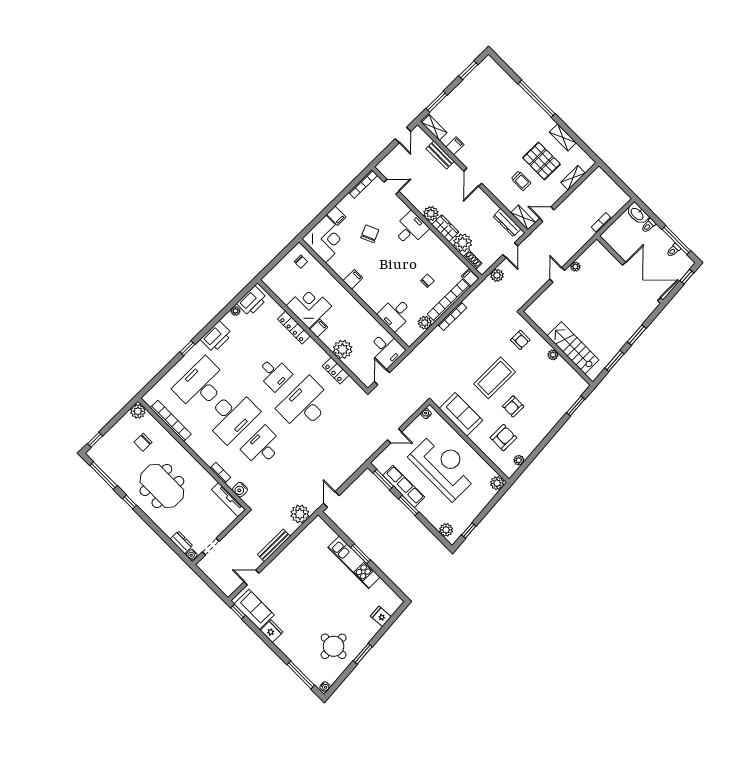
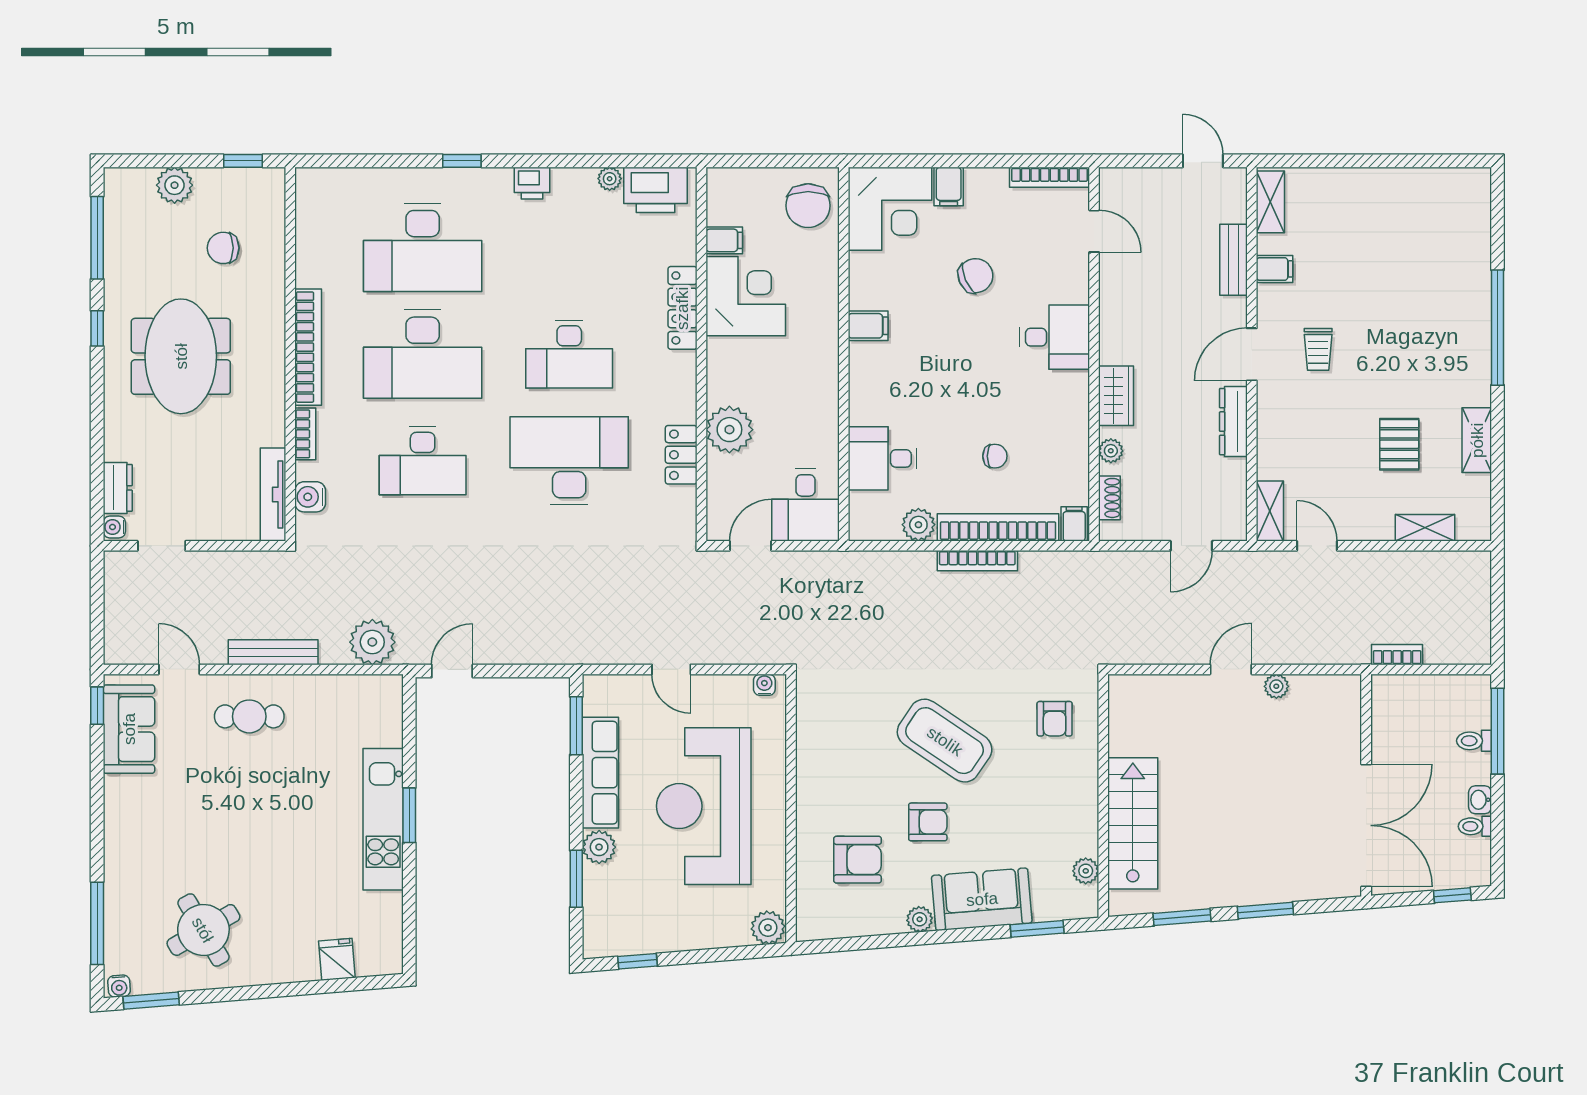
window: (468, 70) -> (1428, 161), removed
window: (436, 102) -> (1319, 161), removed
door: (403, 135) -> (1203, 161), swing flipped
pallet: (542, 161) -> (1399, 444), width x0.67, depth x0.71
trolley: (521, 181) -> (1318, 349), moved
plant: (431, 213) -> (1117, 345), removed
washbasin: (637, 214) -> (1480, 800), moved, width x0.52, depth x0.69
dresser: (507, 223) -> (1233, 422), moved
window: (676, 240) -> (1498, 731), moved
plant: (463, 243) -> (1111, 451), width x0.53, depth x0.53
chair: (301, 262) -> (808, 206), width x1.87, depth x1.87
plant: (497, 275) -> (1125, 566), removed
filing cabinet: (319, 328) -> (724, 240), moved
printer: (216, 337) -> (532, 183), width x0.53, depth x0.68
plant: (553, 355) -> (1086, 871), moved
desk: (274, 374) -> (569, 354), width x1.37
coffee table: (495, 378) -> (945, 741), turned 34
desk: (201, 385) -> (423, 247), turned 180
armchair: (513, 406) -> (928, 822), turned 180
plant: (138, 411) -> (175, 185), moved
sofa: (461, 414) -> (982, 899), moved, turned -95
bookcase: (171, 421) -> (308, 347), moved
window: (95, 440) -> (243, 161), moved
desk: (262, 447) -> (423, 461), turned 180
plant: (519, 460) -> (920, 919), moved
reception desk: (443, 466) -> (704, 806), turned 180
window: (409, 505) -> (576, 879), moved
plant: (446, 530) -> (599, 847), moved
cafe table: (285, 571) -> (249, 716), added
fridge: (272, 631) -> (122, 797), removed
round table: (334, 646) -> (203, 930), turned -30
window: (363, 654) -> (151, 1001), moved

